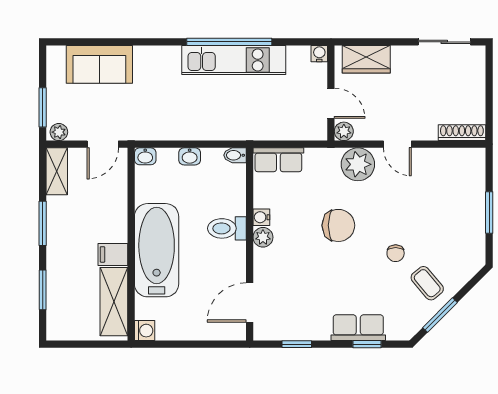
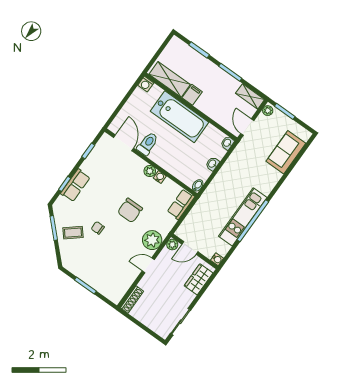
toilet: (227, 228) -> (148, 144), moved

